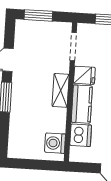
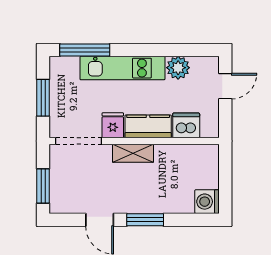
doorway: (73, 47) -> (79, 141), width x1.38
washing machine: (55, 143) -> (207, 202), moved, turned 90

